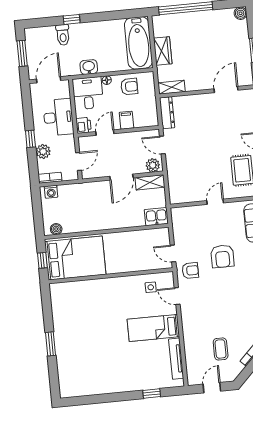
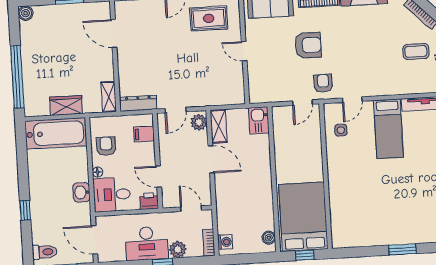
toilet: (63, 35) -> (45, 252), moved
desk: (58, 117) -> (147, 243), moved, turned 180
filing cabinet: (126, 120) -> (144, 134), moved

